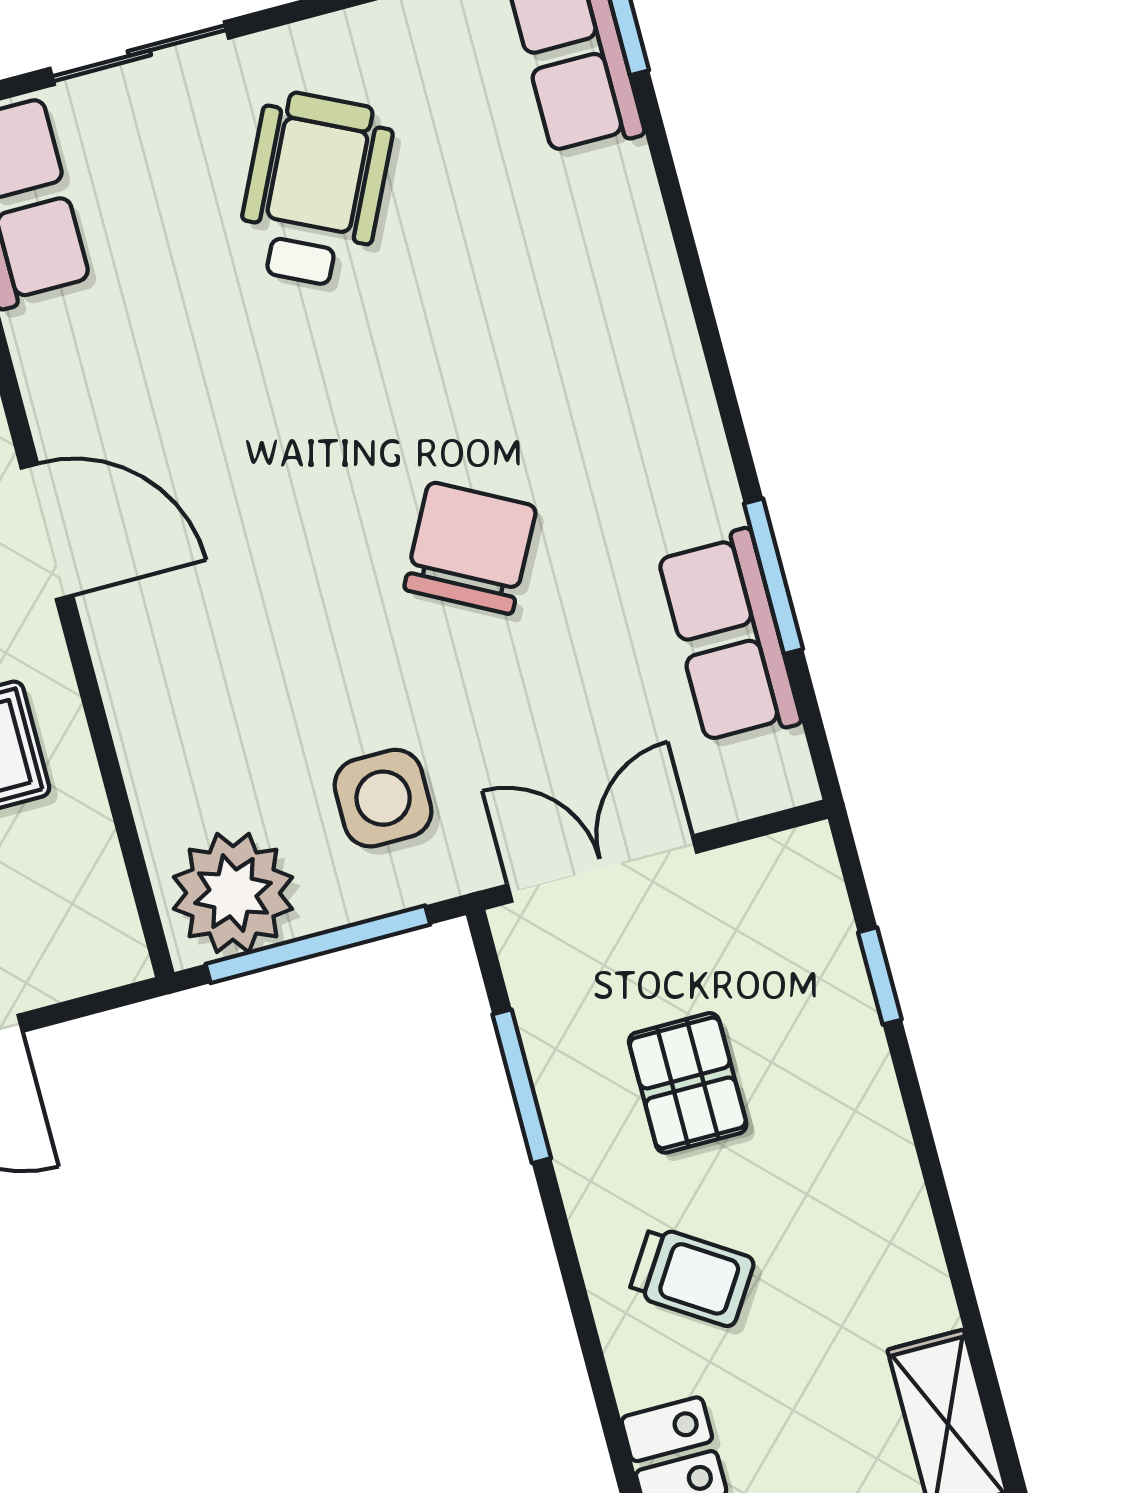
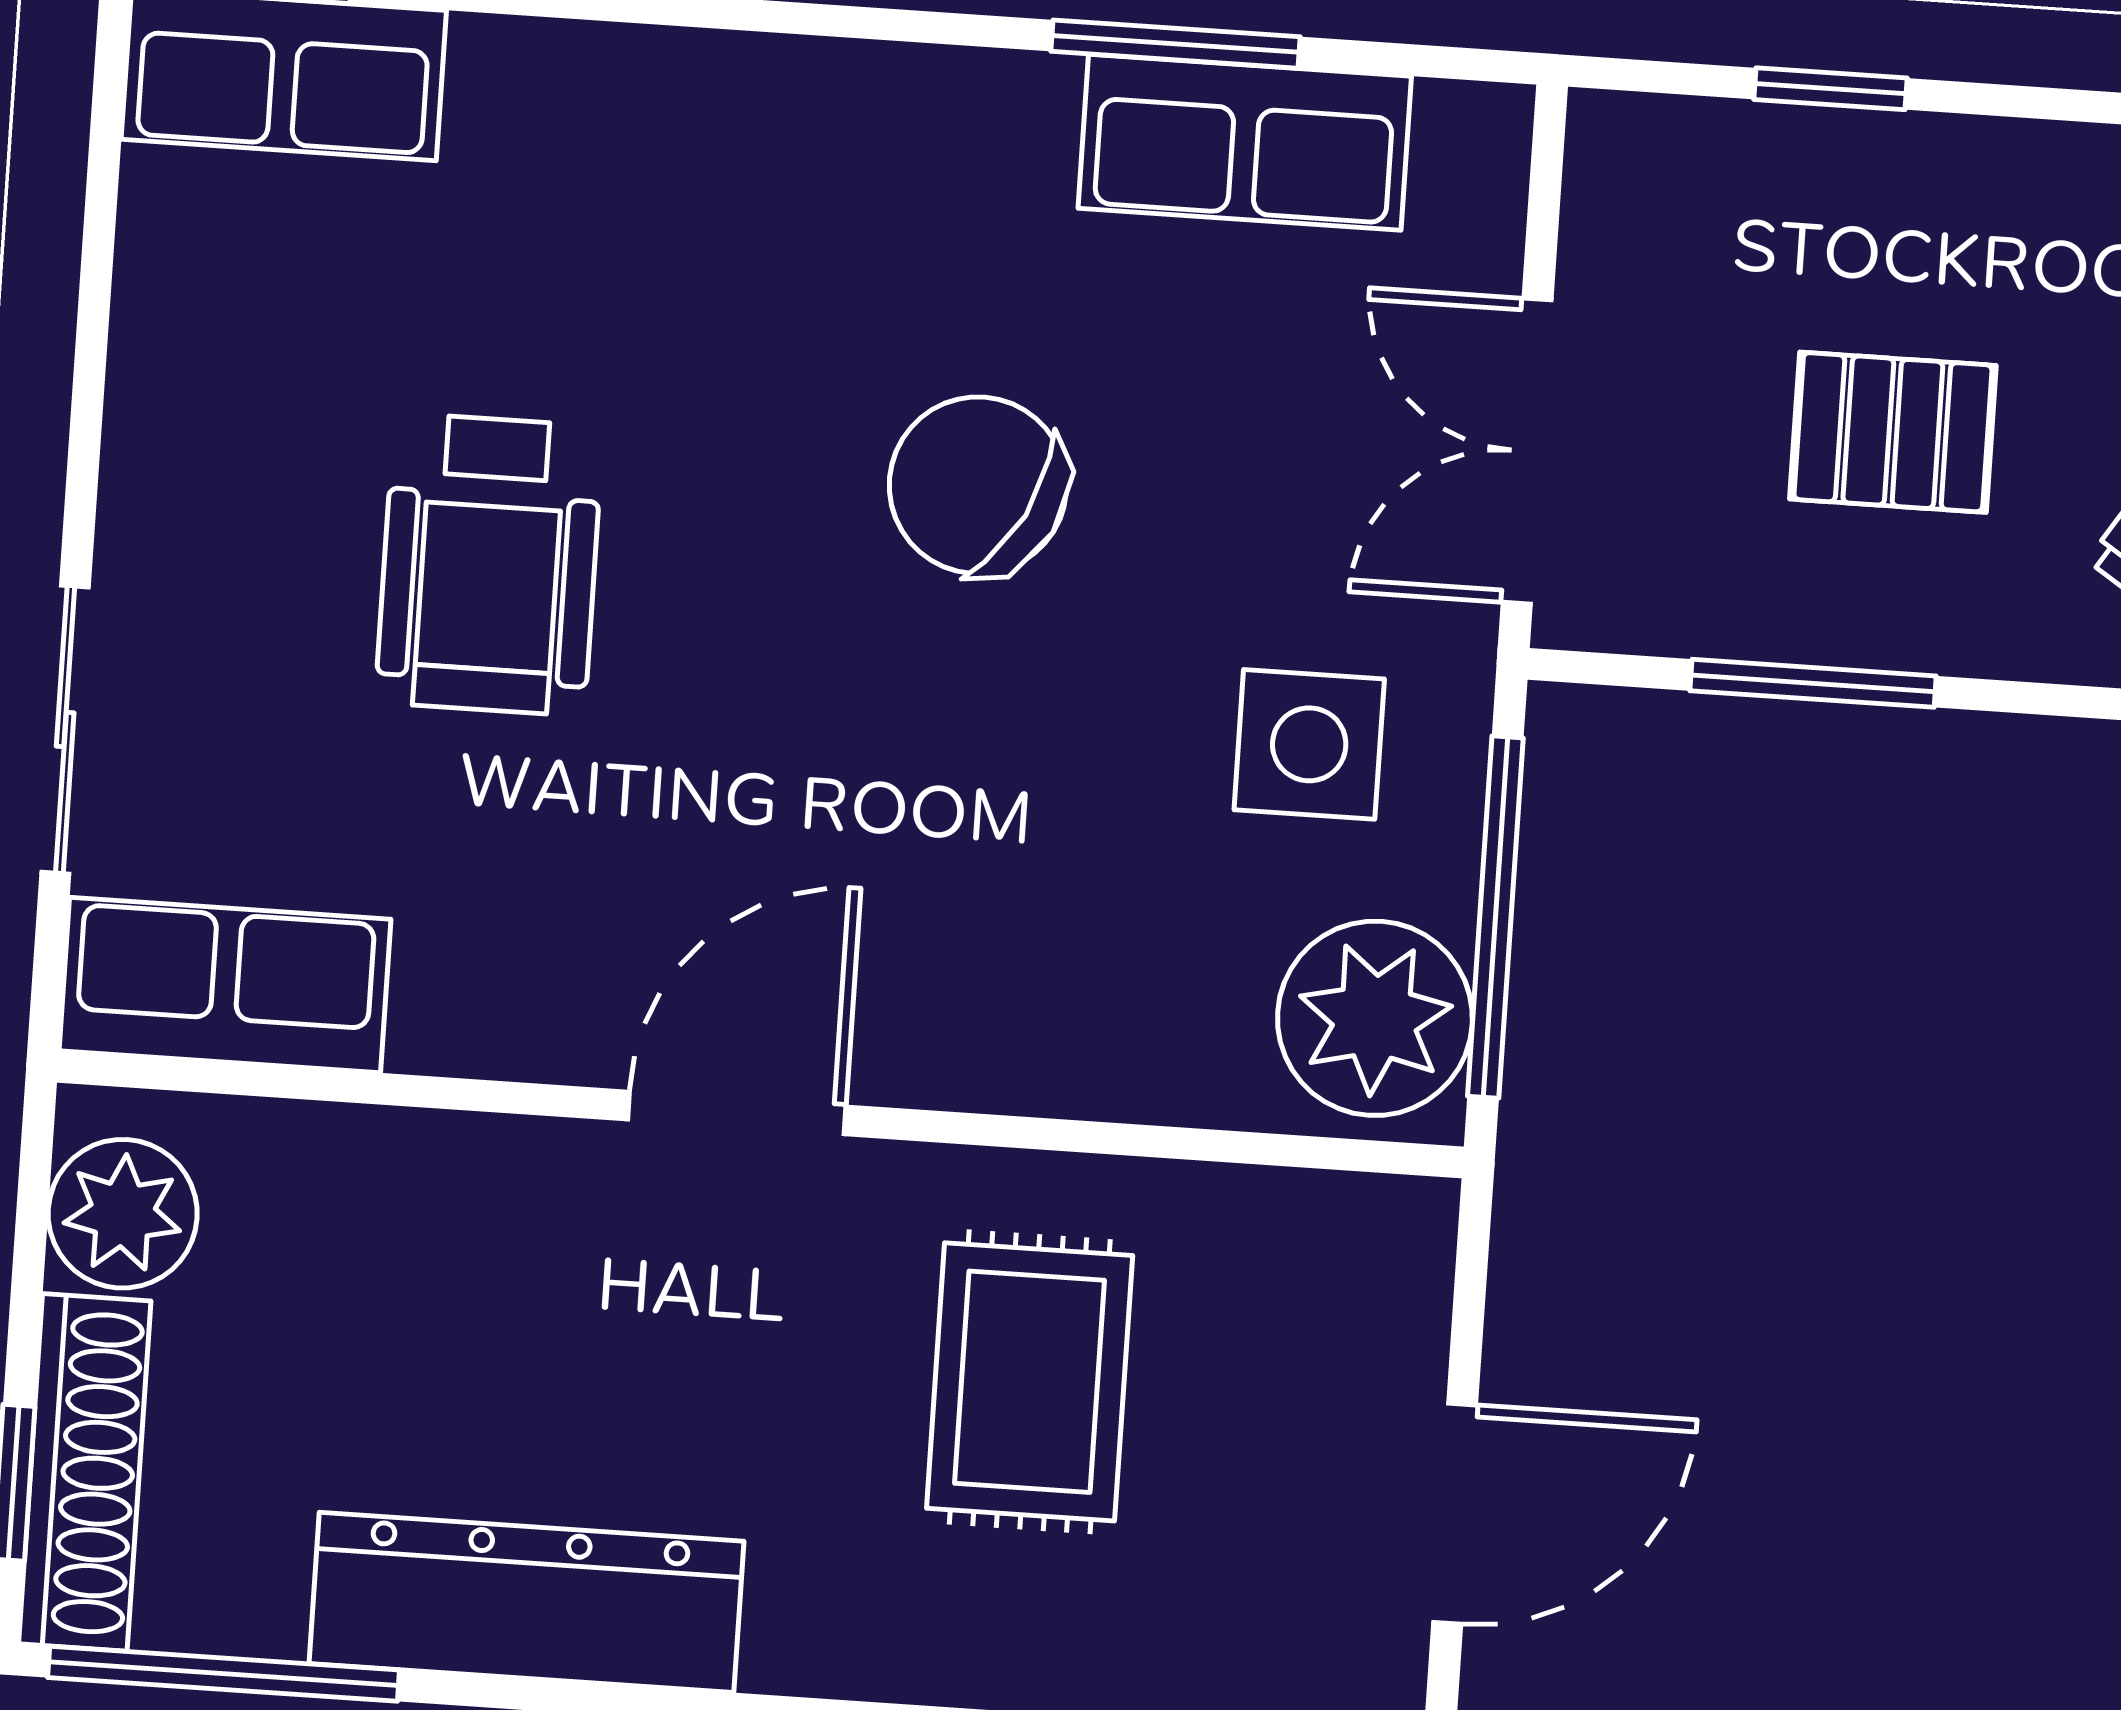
wheelchair: (315, 189) -> (489, 564), moved, turned -116

